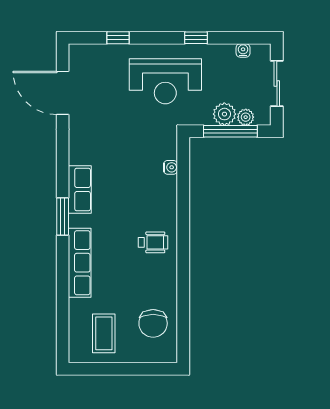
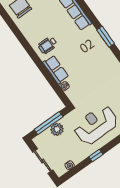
plant: (246, 117) -> (46, 135), removed
row of seats: (80, 189) -> (56, 70), moved, turned 180
window: (63, 216) -> (106, 37), moved

